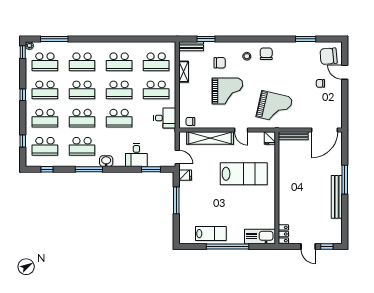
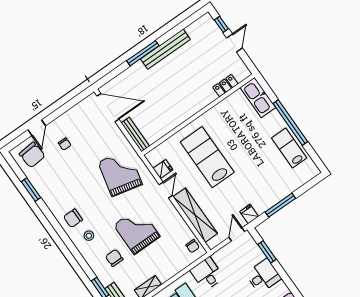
fridge: (270, 138) -> (163, 169), moved
locker: (283, 234) -> (225, 86), moved

